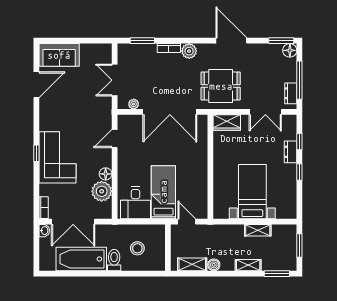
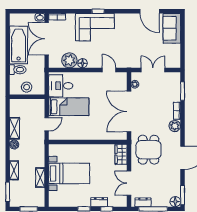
wall: (168, 248) -> (27, 97), moved

